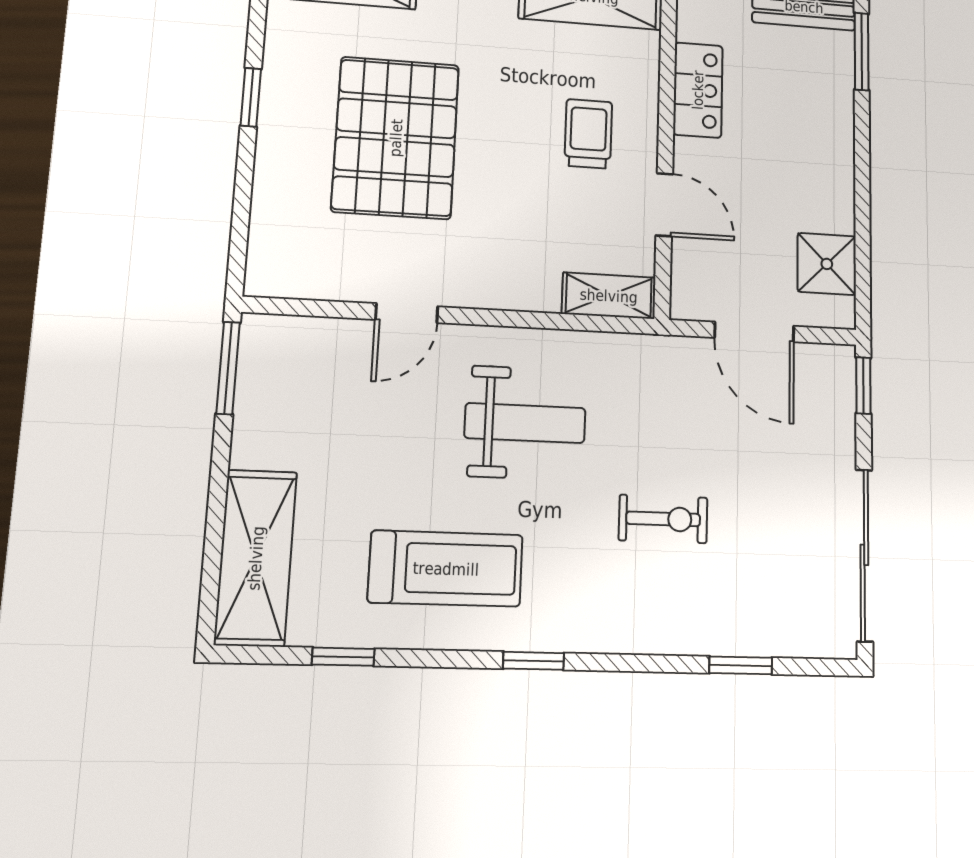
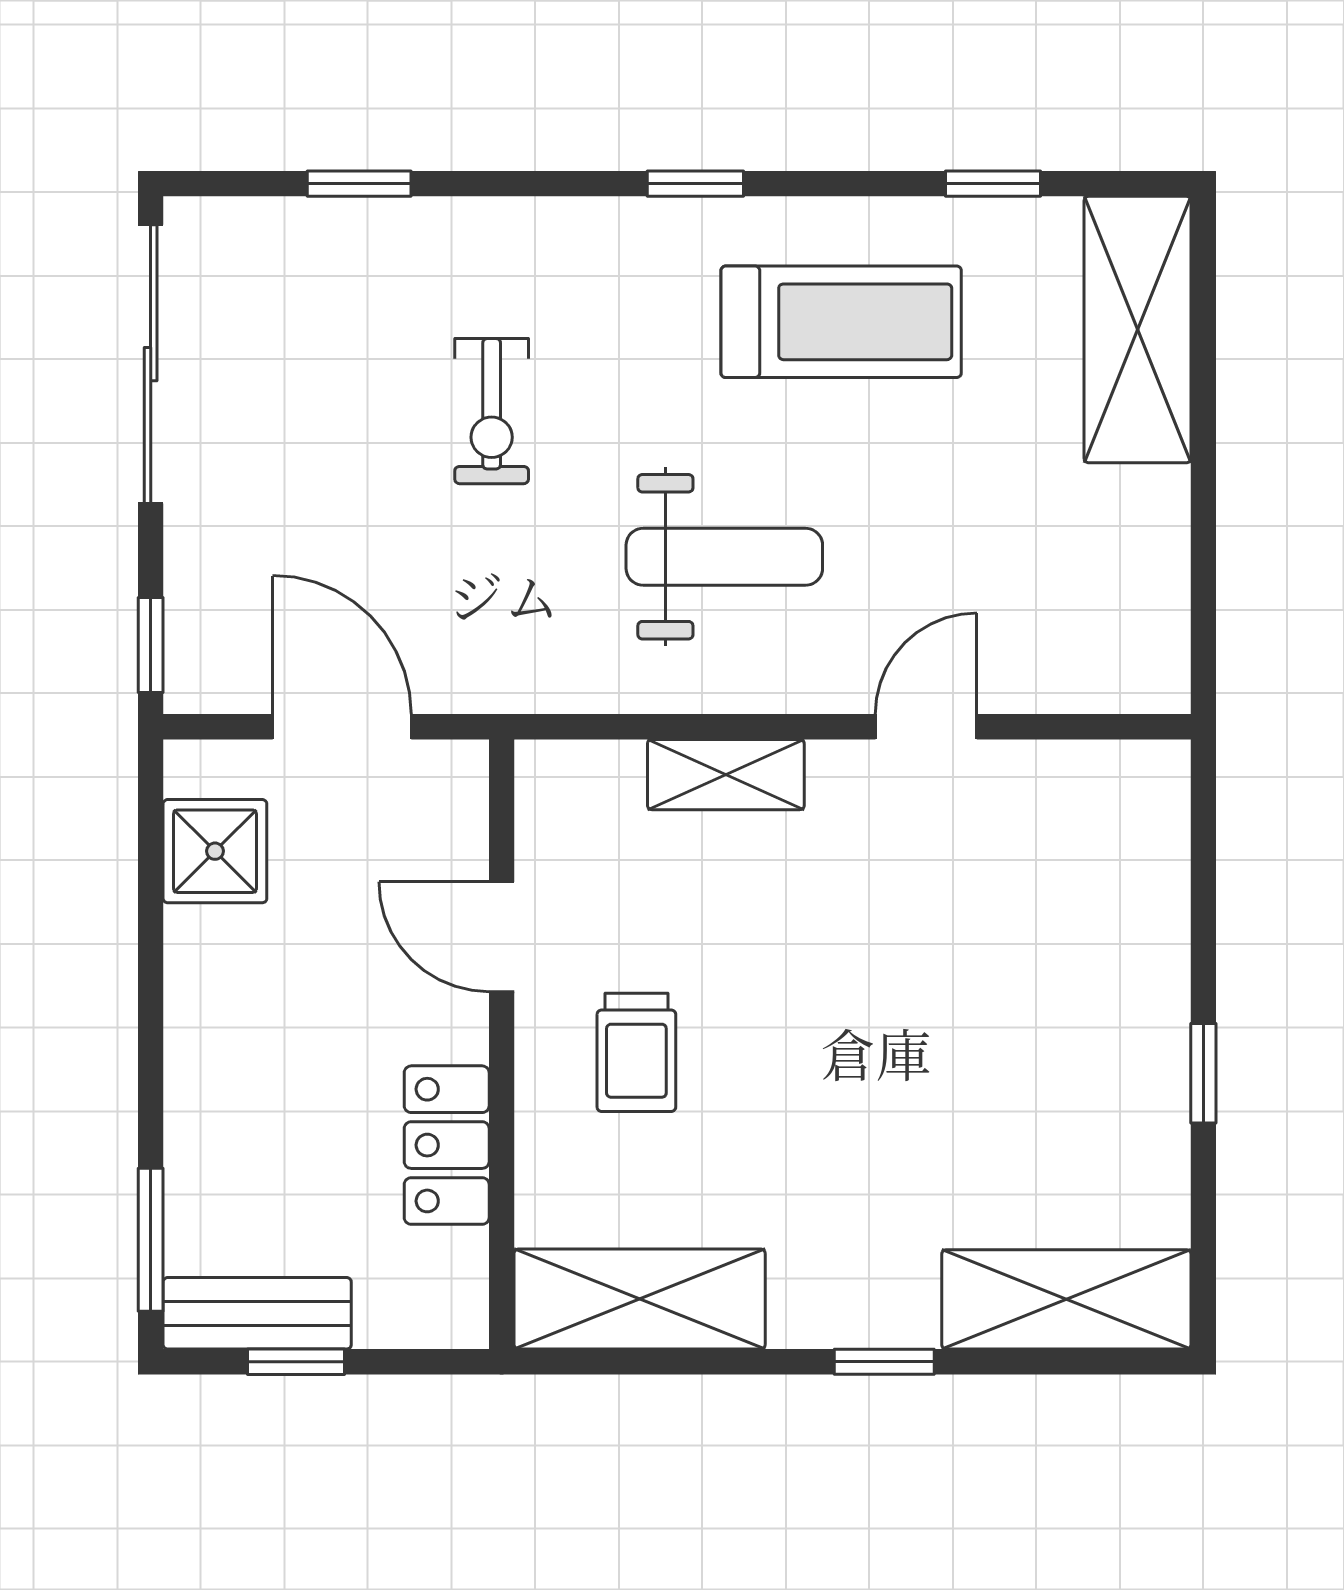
pallet: (396, 138) -> (962, 1022), removed
shelving: (609, 296) -> (726, 775), moved
window: (228, 368) -> (1203, 623), removed
weight bench: (525, 423) -> (724, 557), turned 180
exercise bike: (663, 519) -> (492, 411), turned -90
treadmill: (446, 569) -> (841, 322), turned 180

